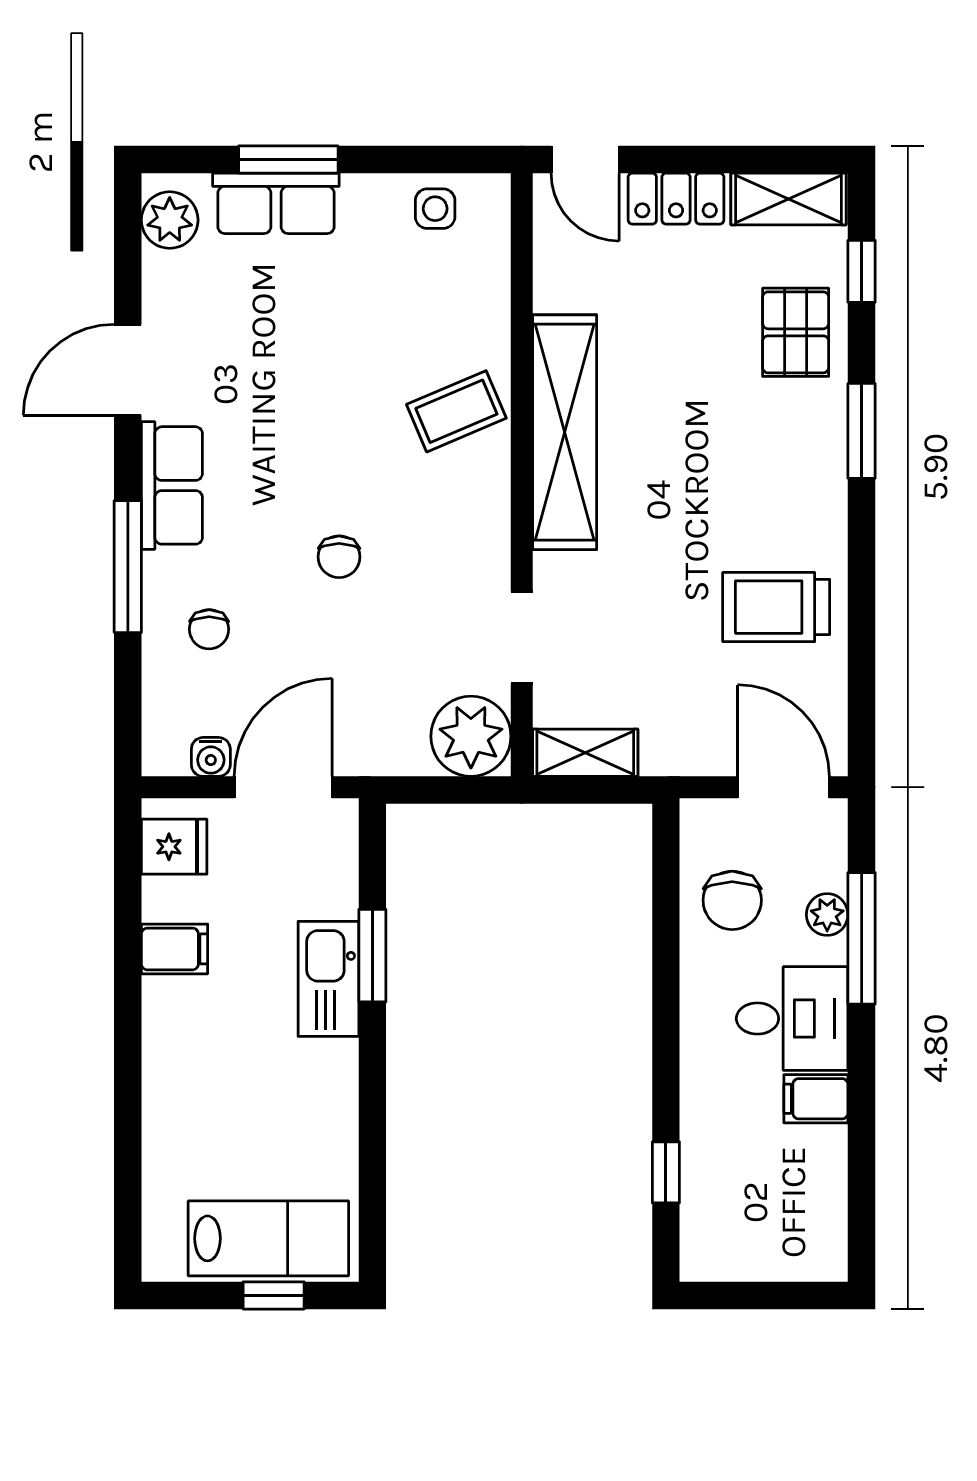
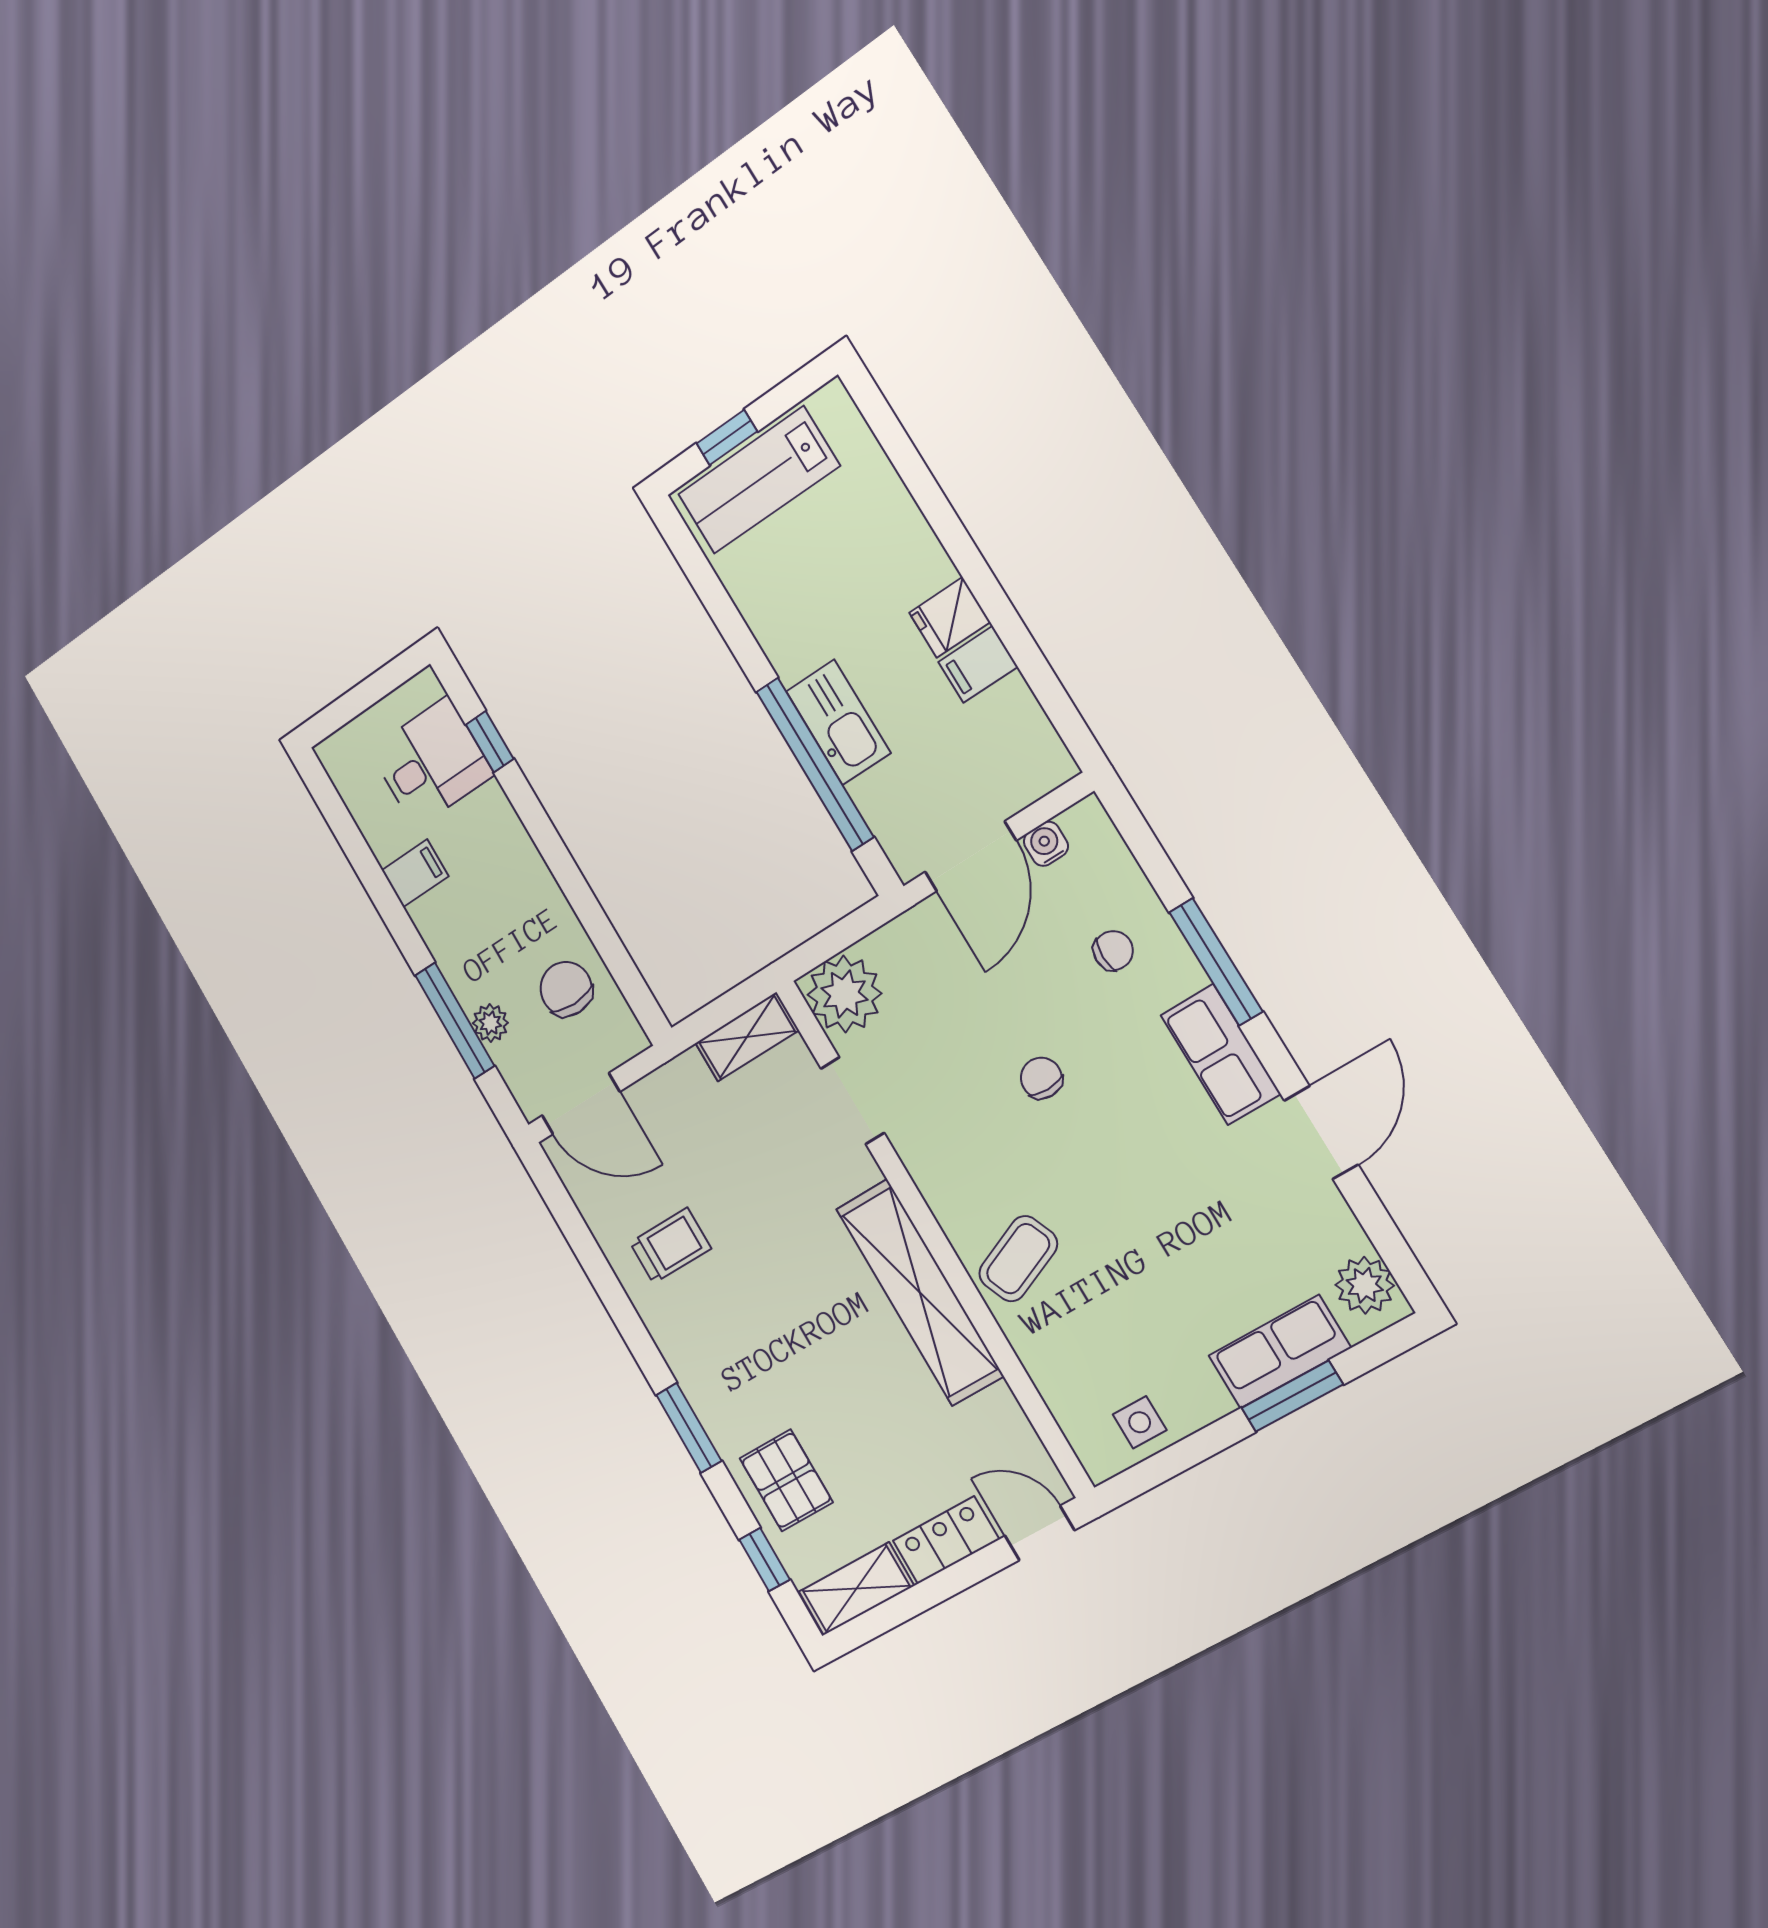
trolley: (776, 607) -> (670, 1246), width x0.73, depth x0.72
chair: (209, 629) -> (1113, 951), turned 90
fridge: (174, 847) -> (950, 617), moved
window: (372, 956) -> (815, 764), width x2.11
desk: (792, 1019) -> (431, 762), moved, turned 180

